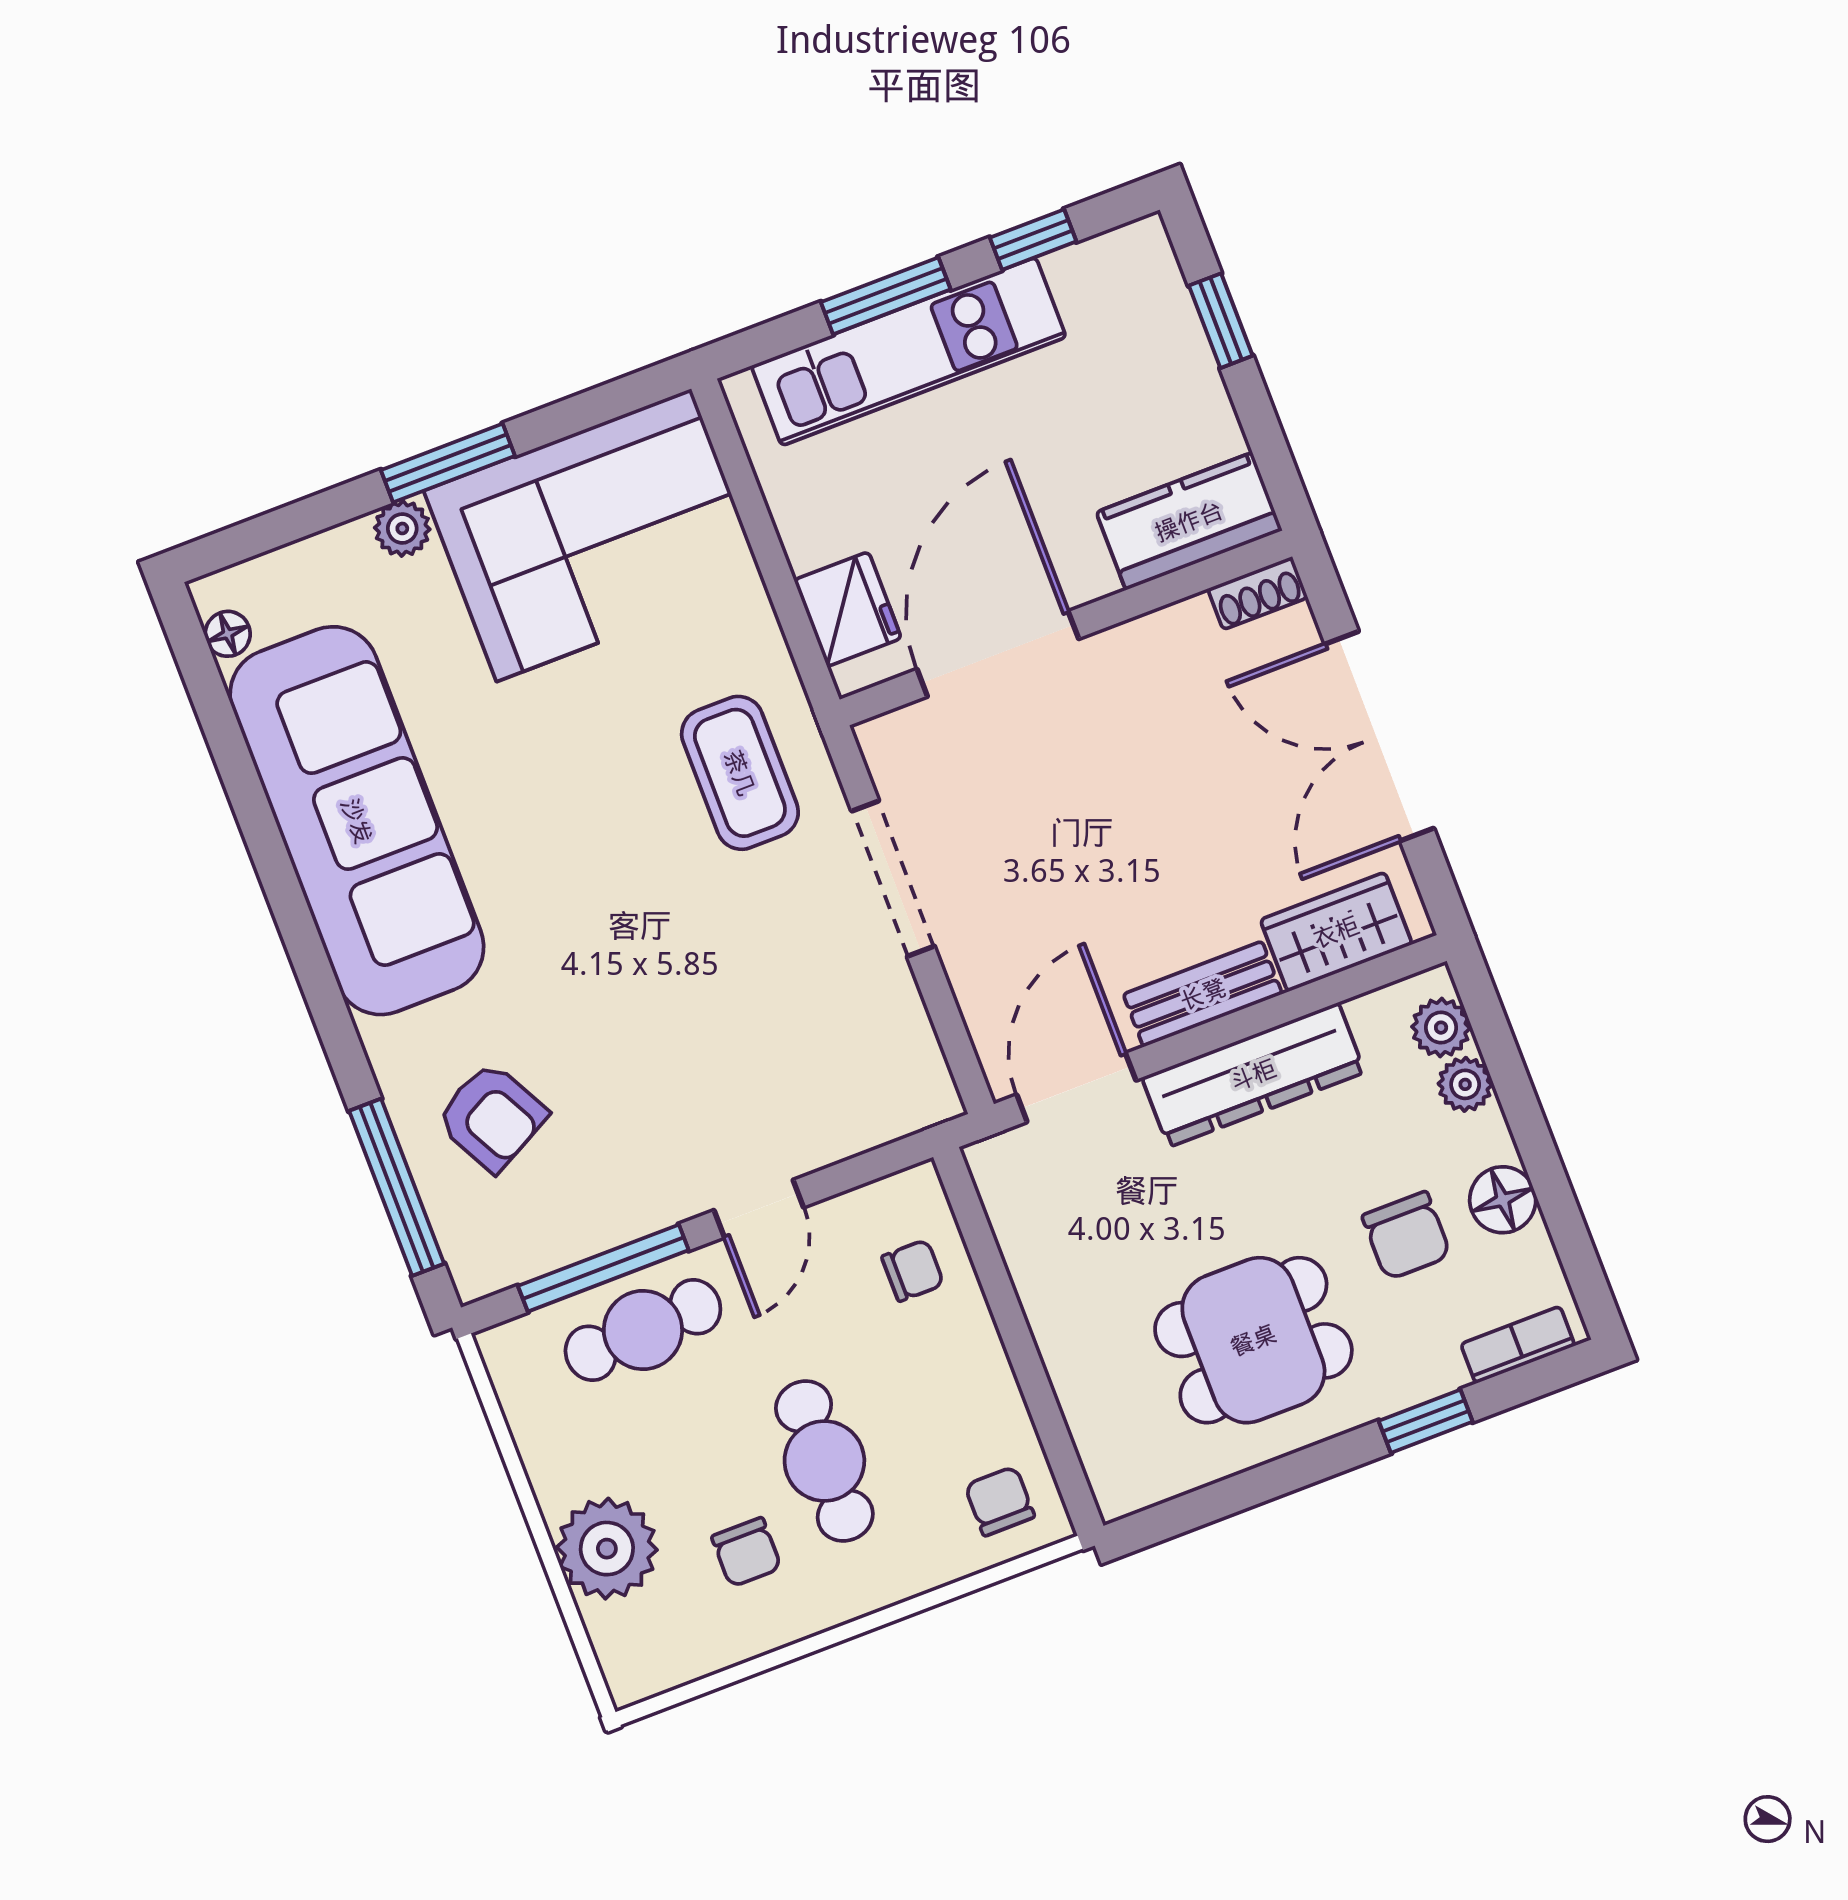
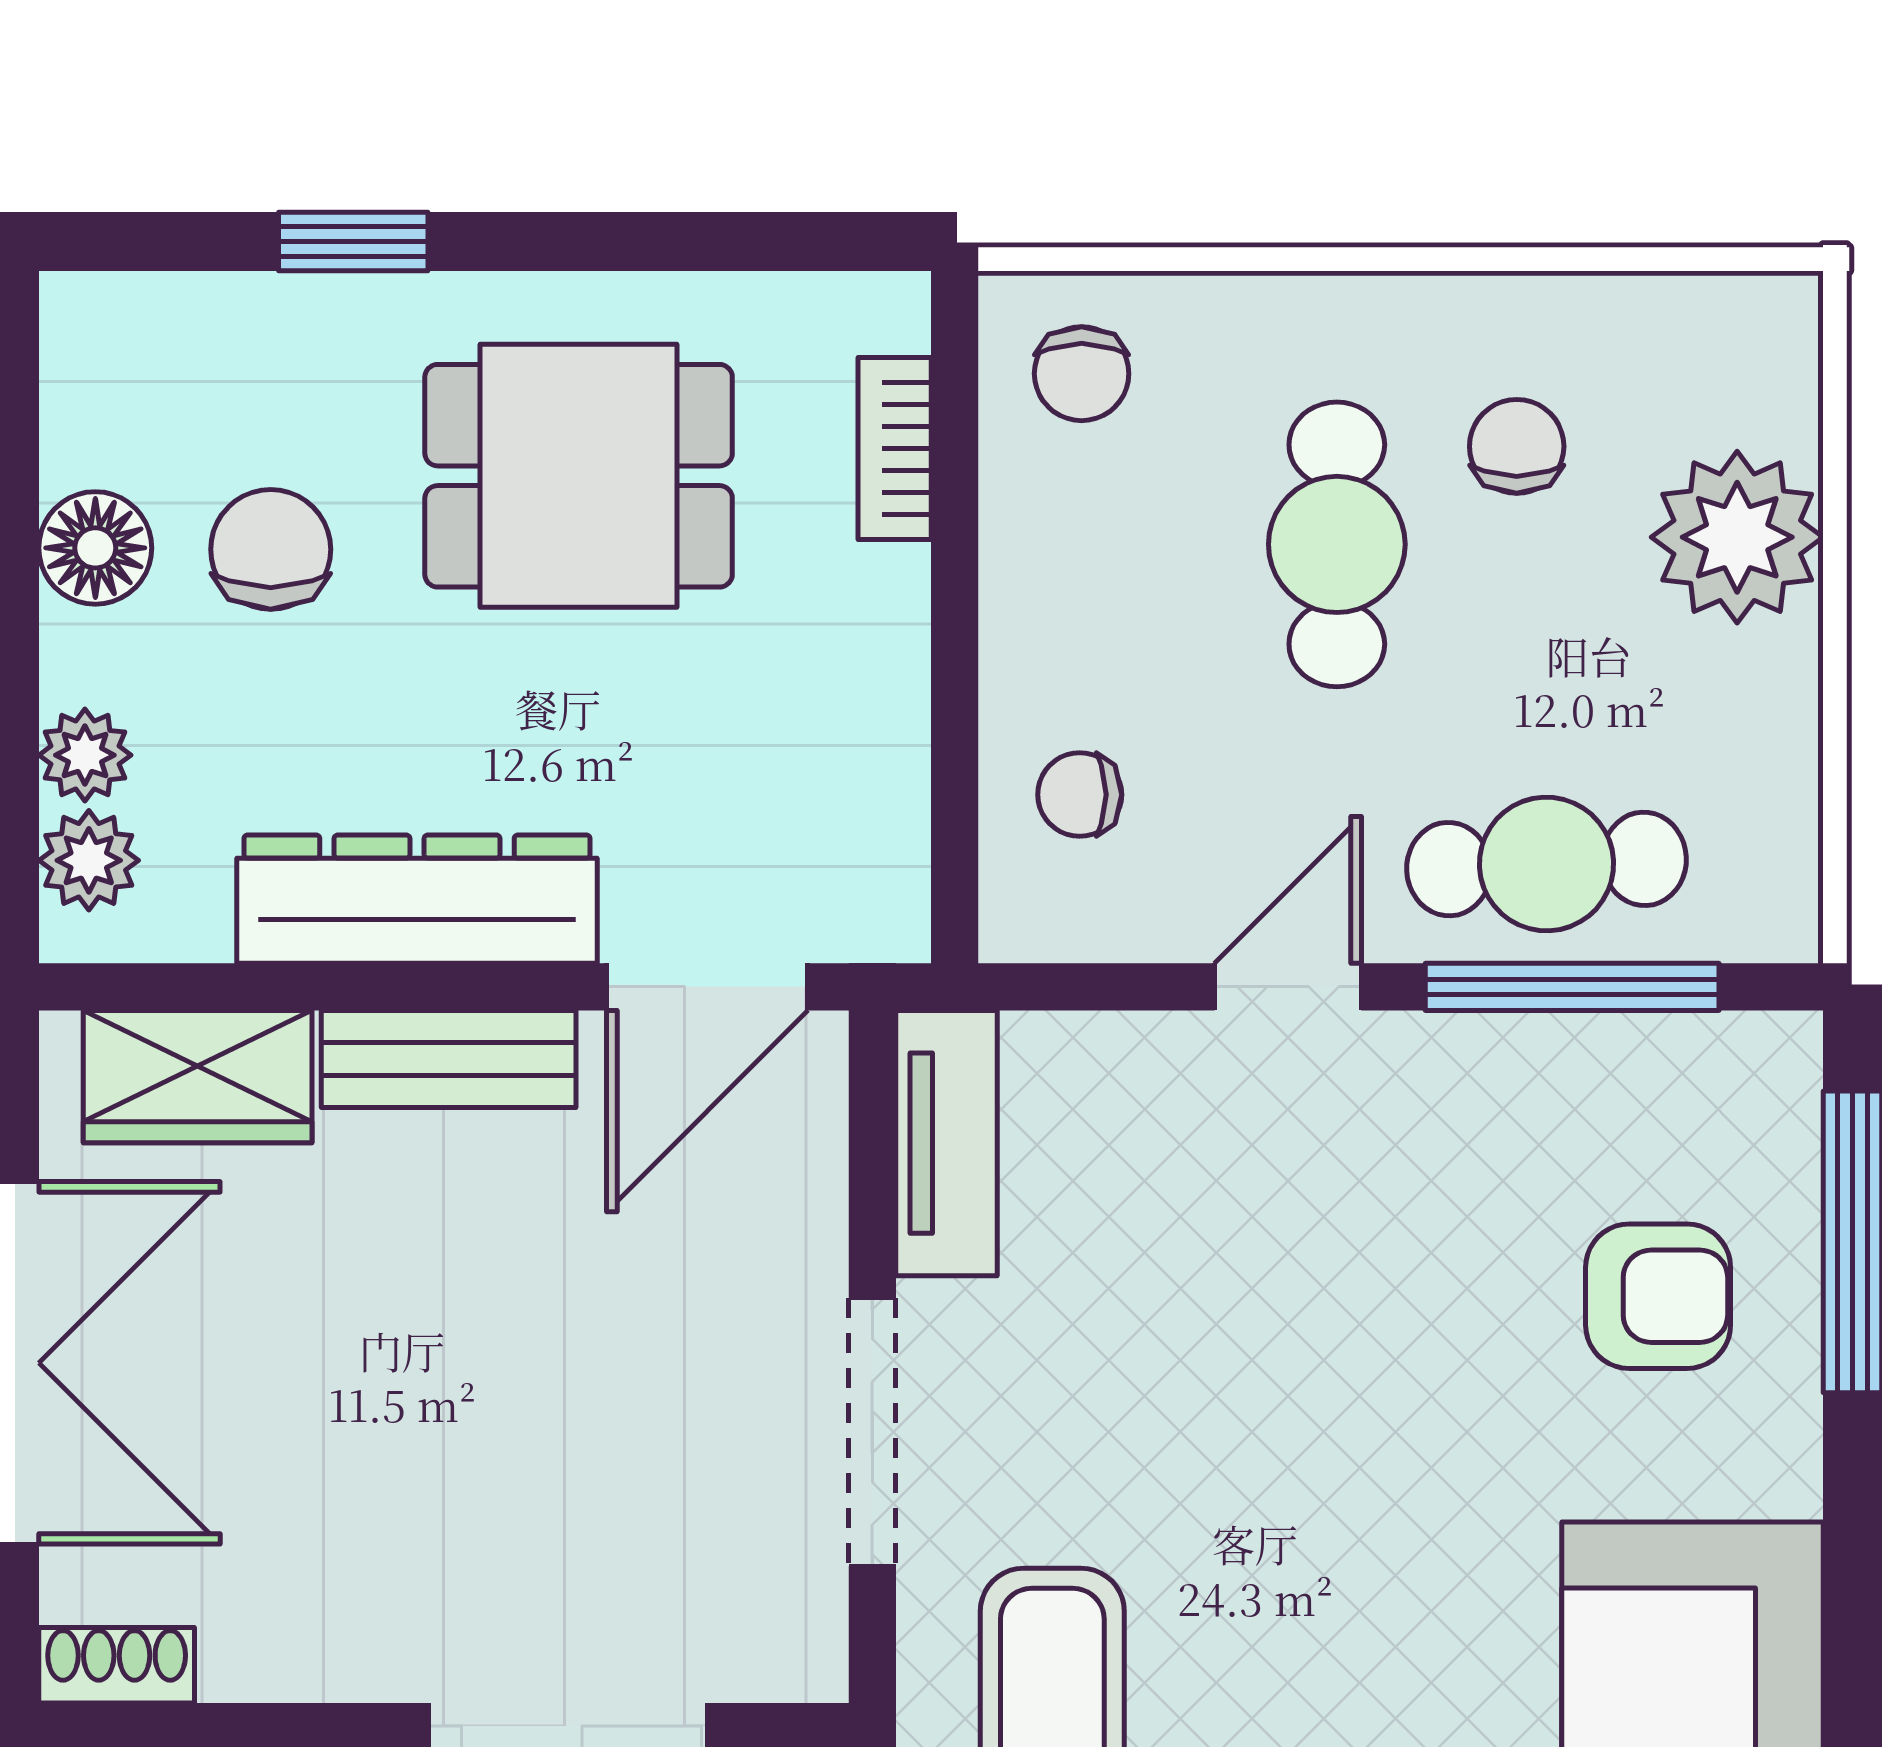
tv unit: (913, 1052) -> (947, 1143), added
armchair: (492, 1117) -> (1658, 1296), turned 118
bookcase: (1518, 1345) -> (895, 448), moved, turned 90

